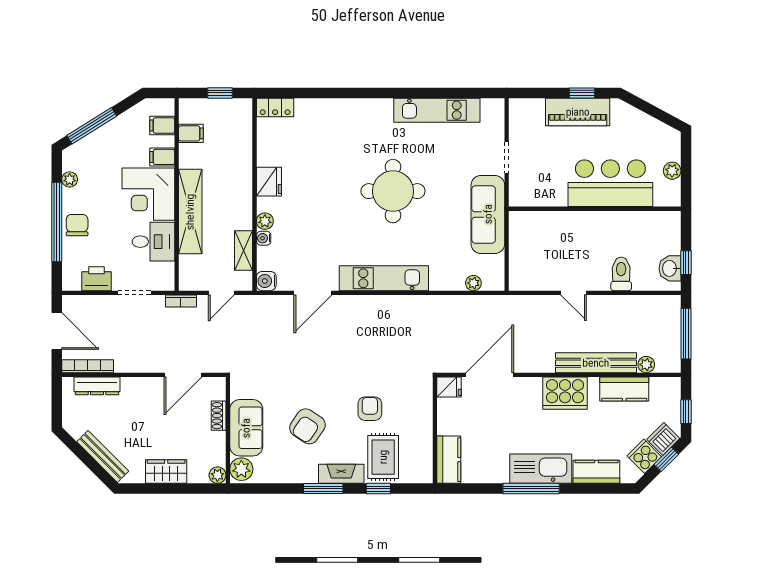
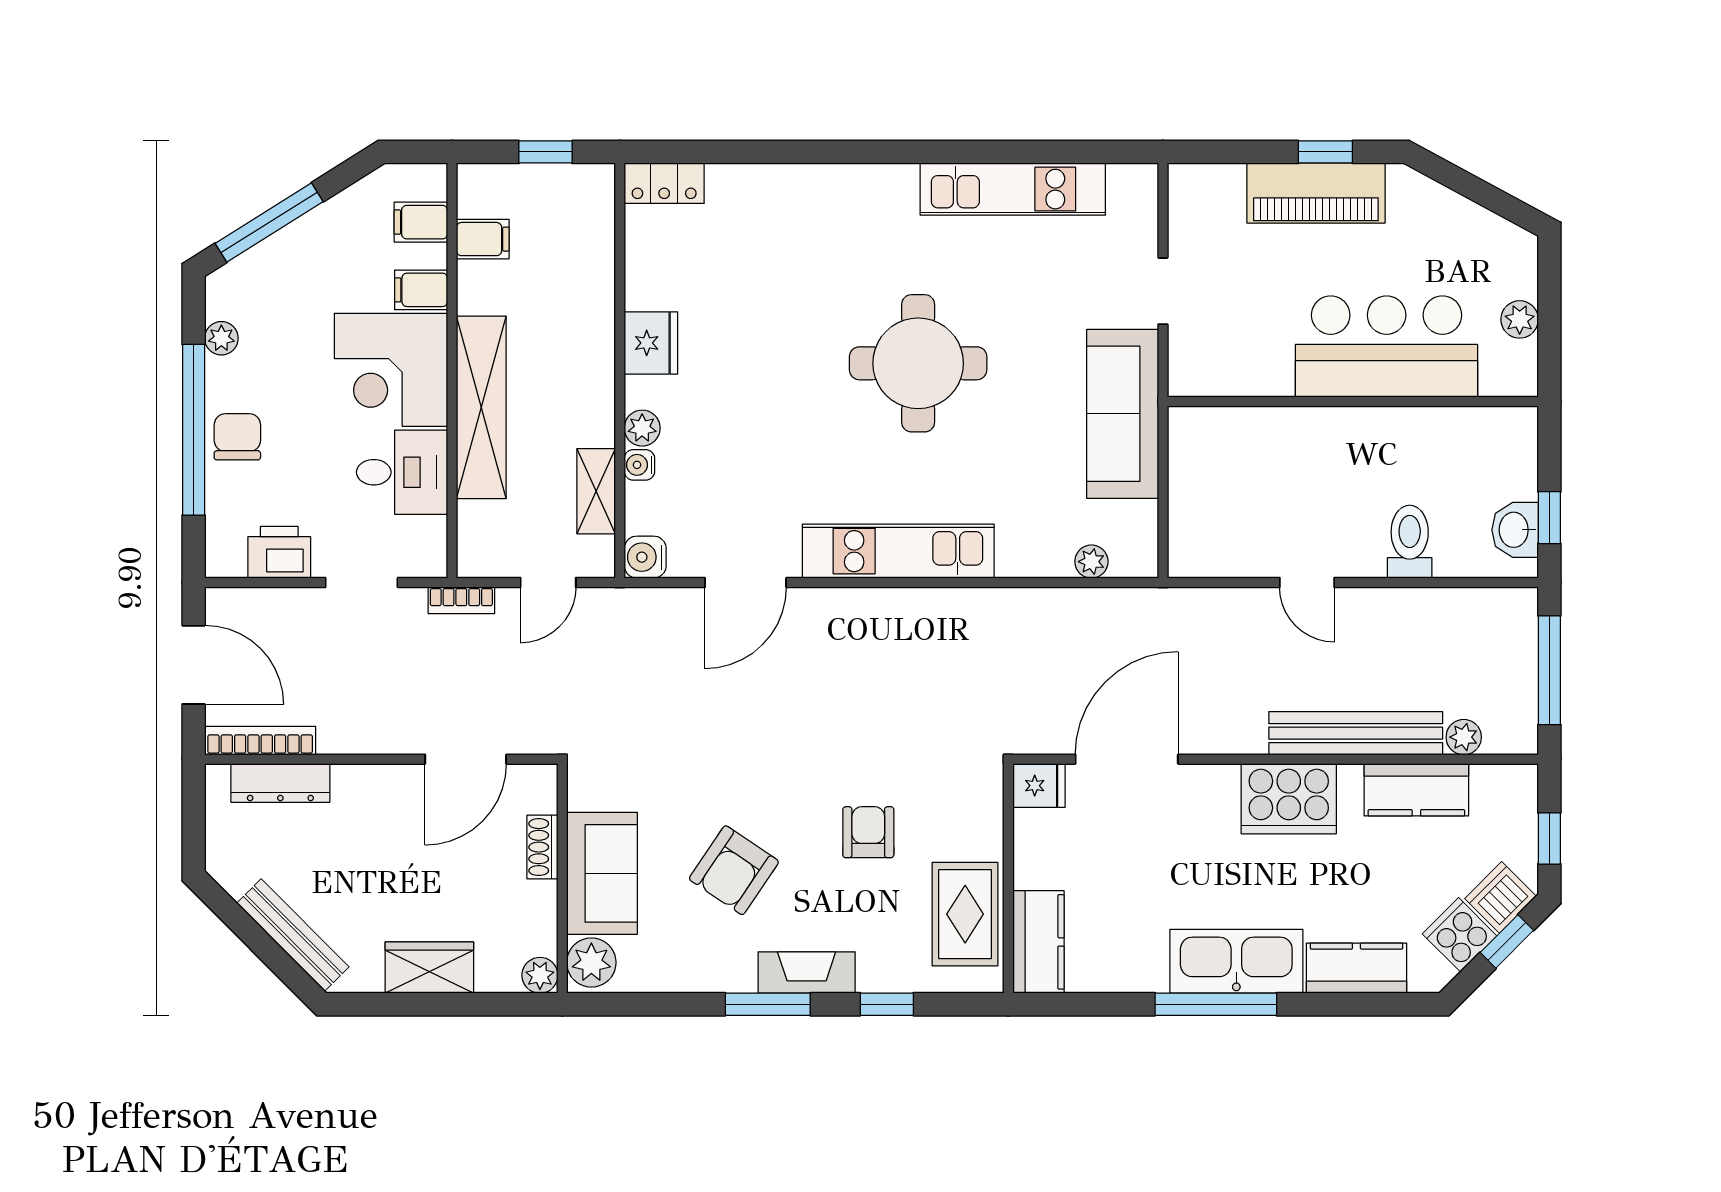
rug: (383, 457) -> (965, 914), moved

